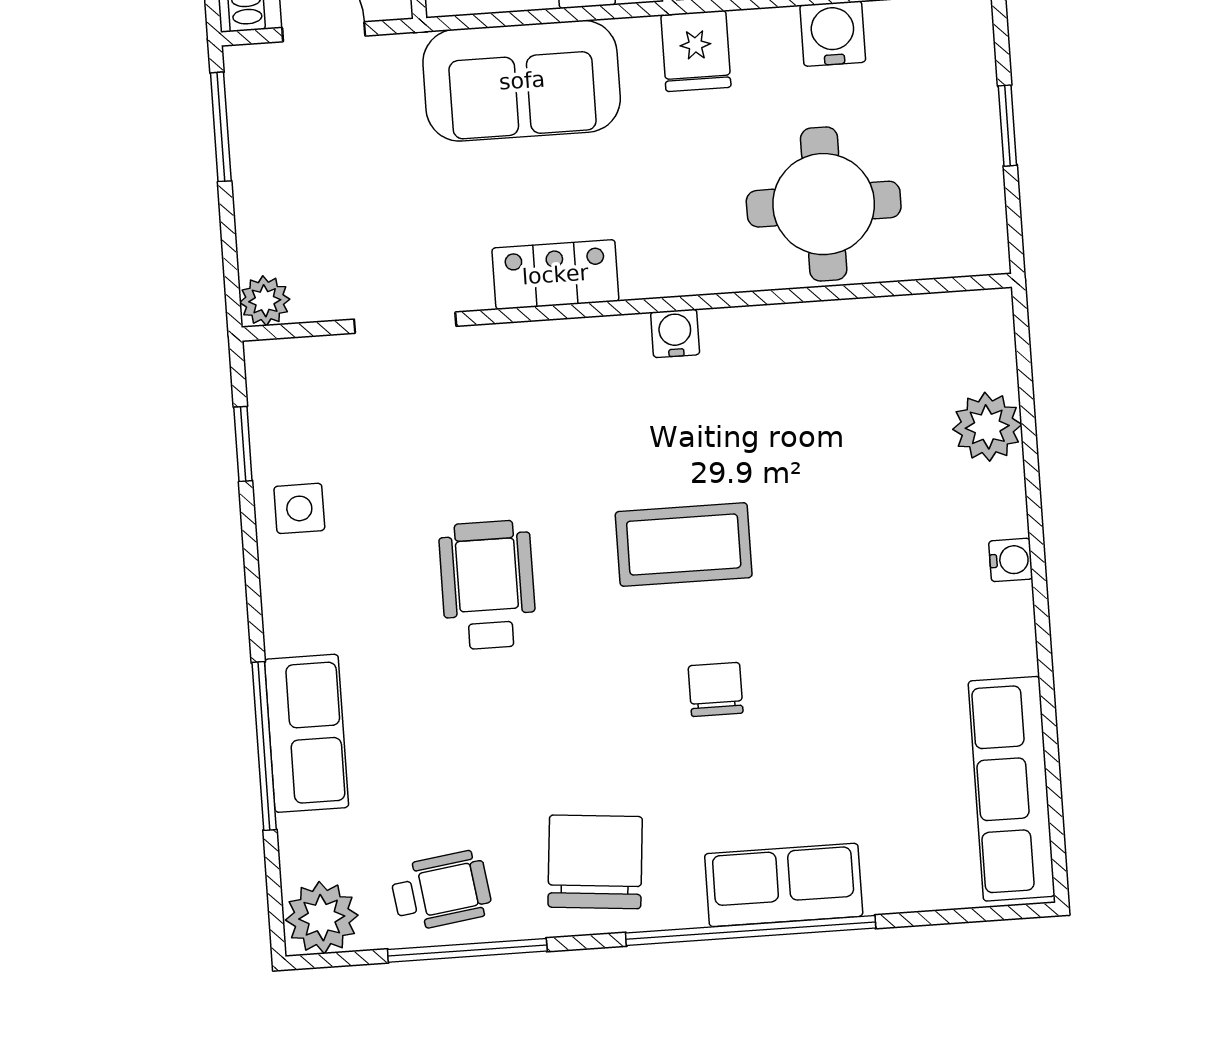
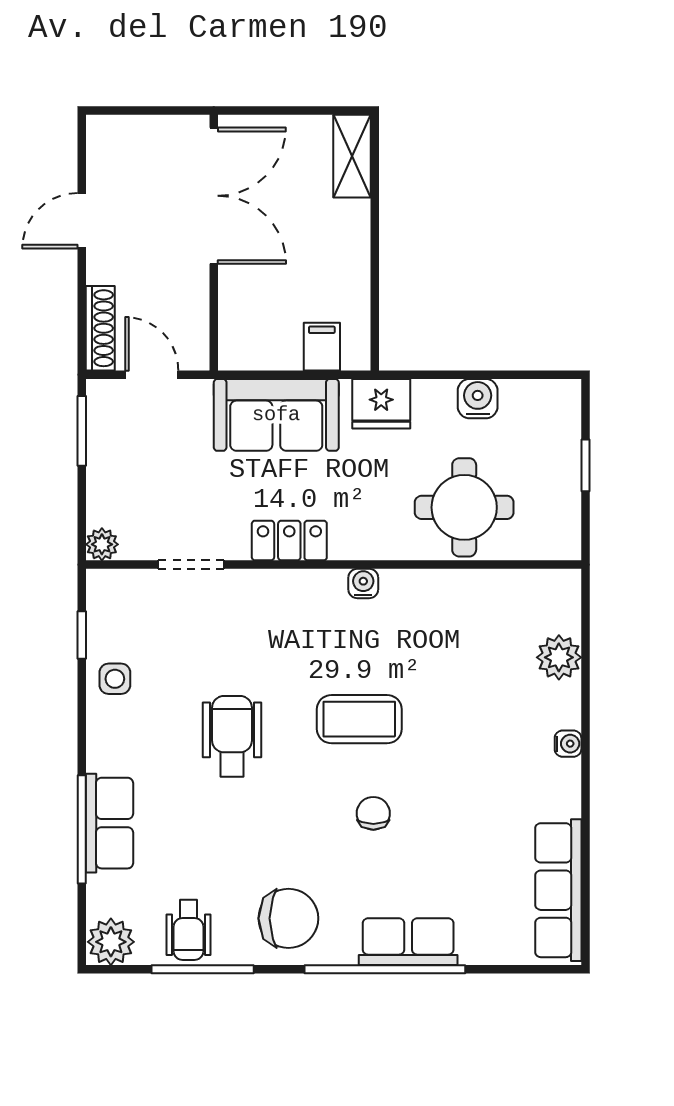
fridge: (696, 51) -> (381, 404), width x1.38
chair: (595, 862) -> (288, 918), turned 85
wheelchair: (441, 891) -> (188, 930), turned 98

